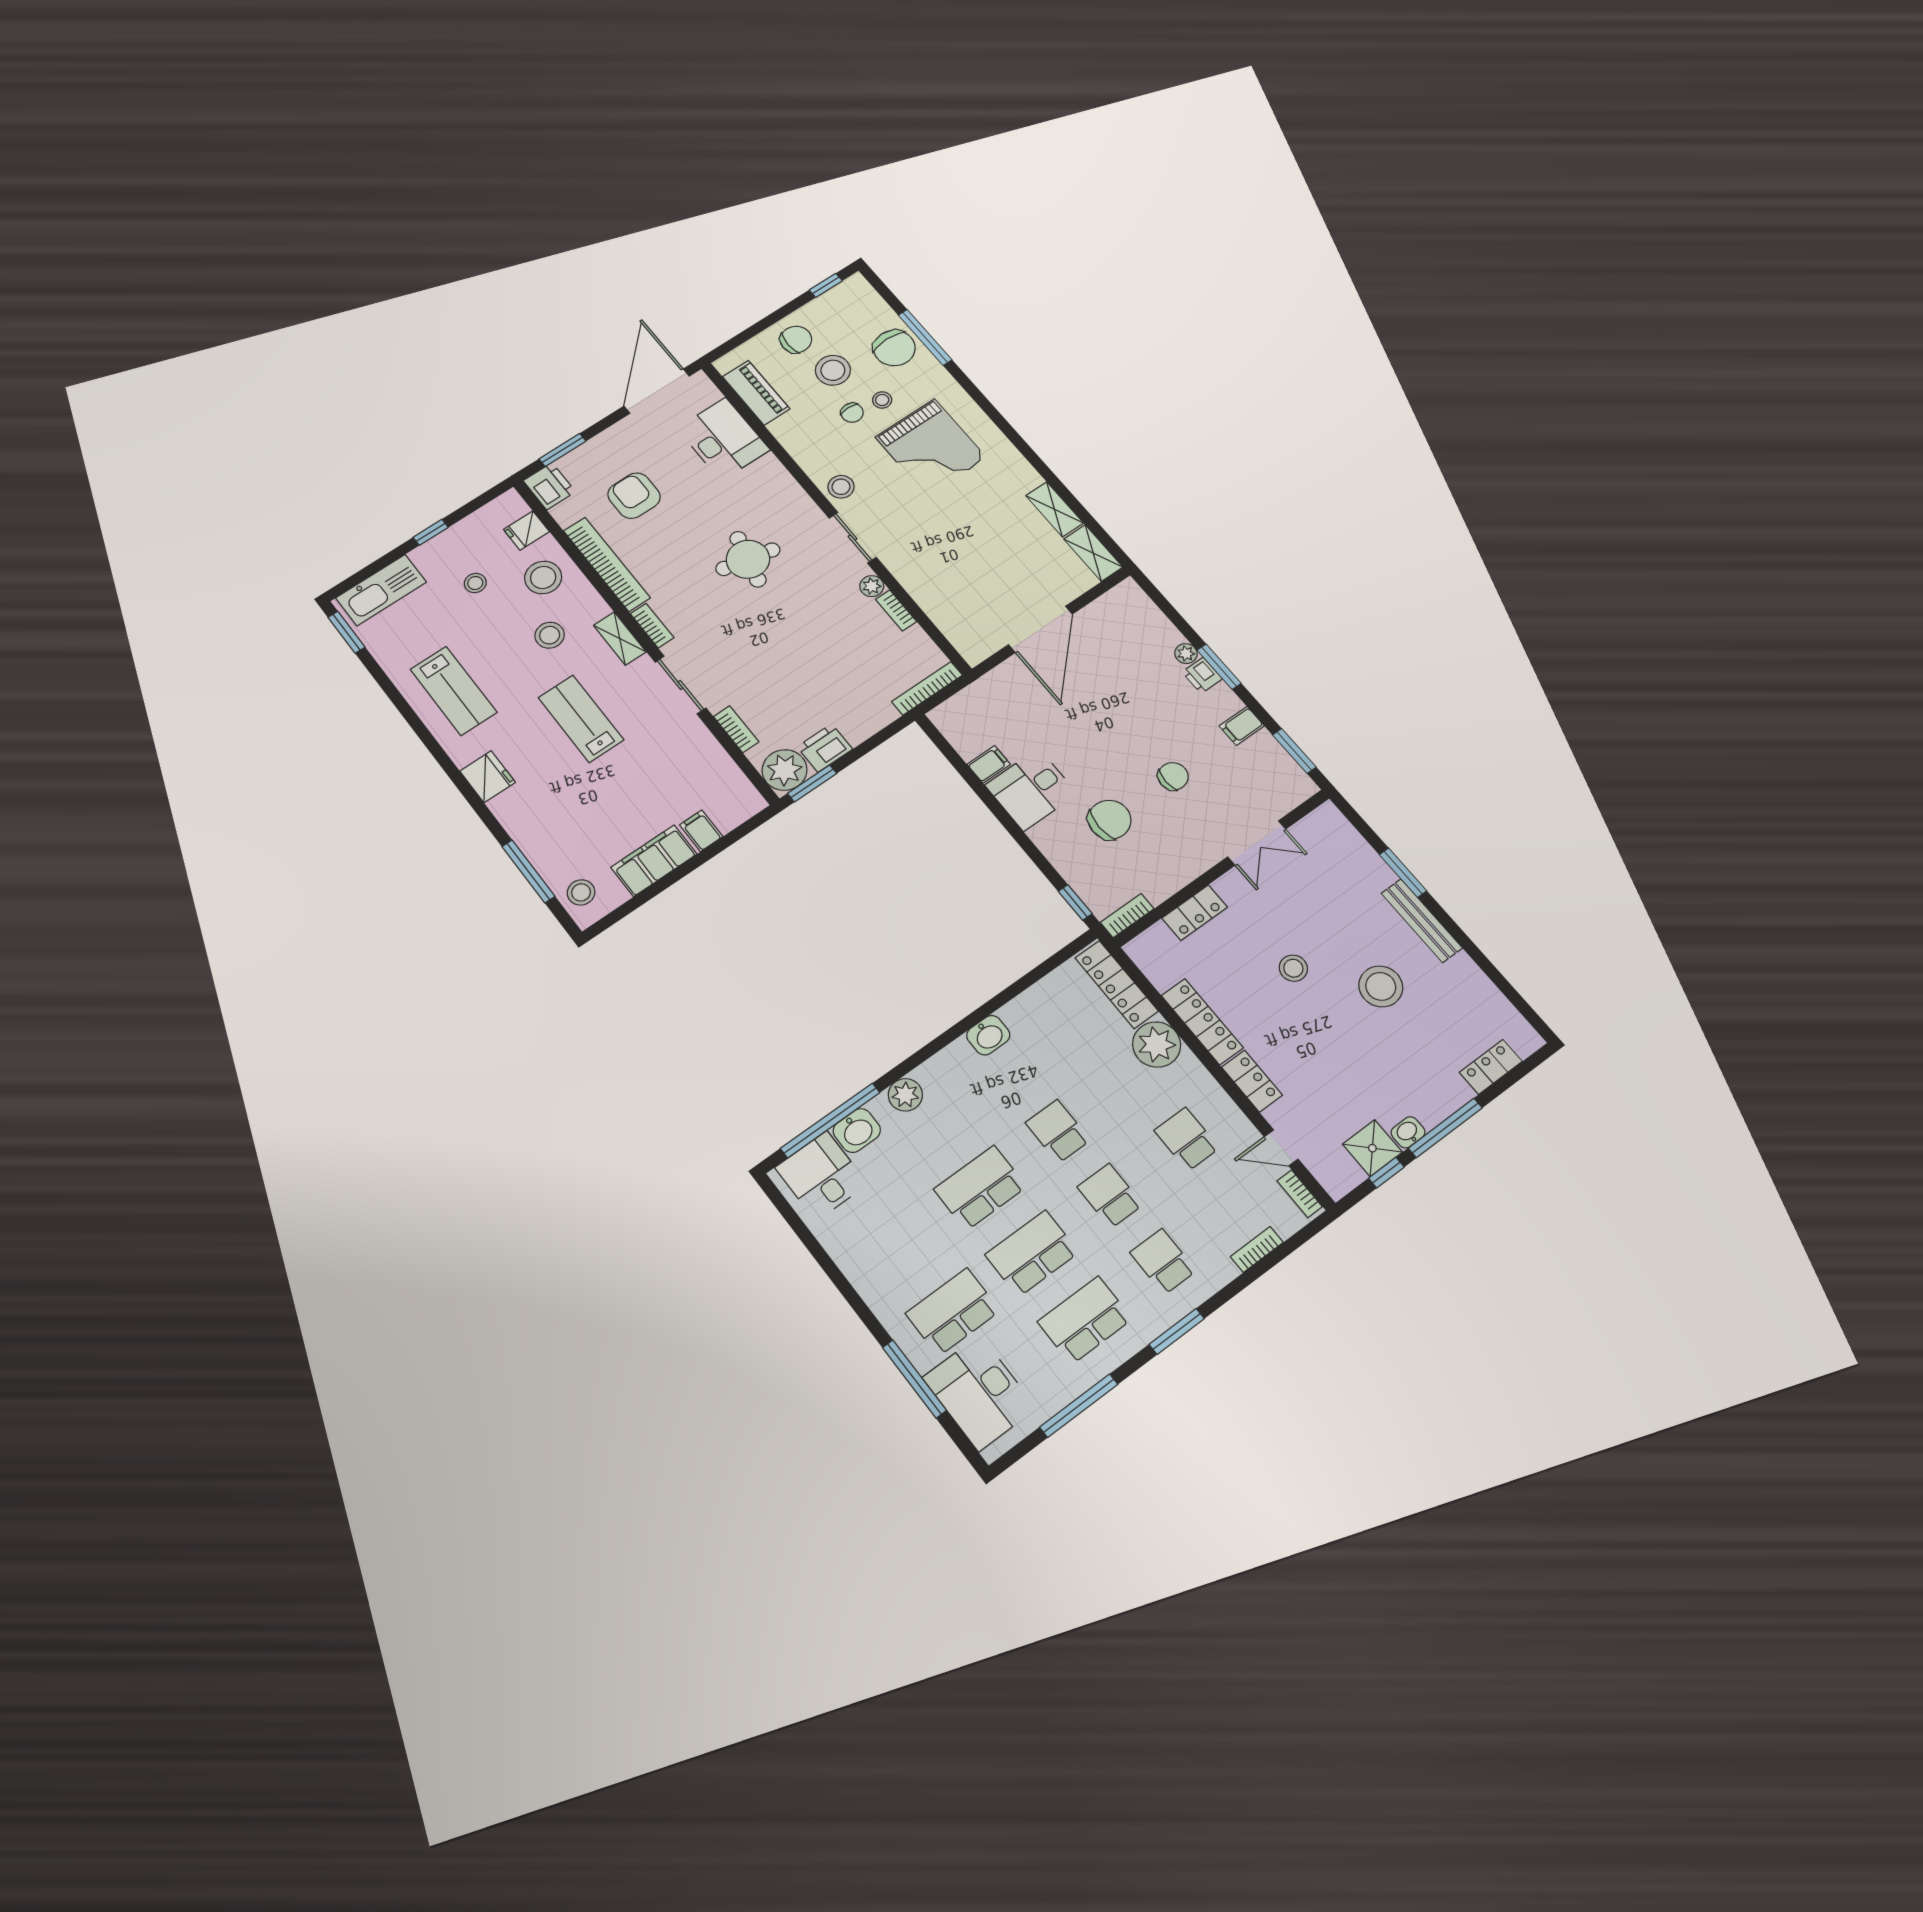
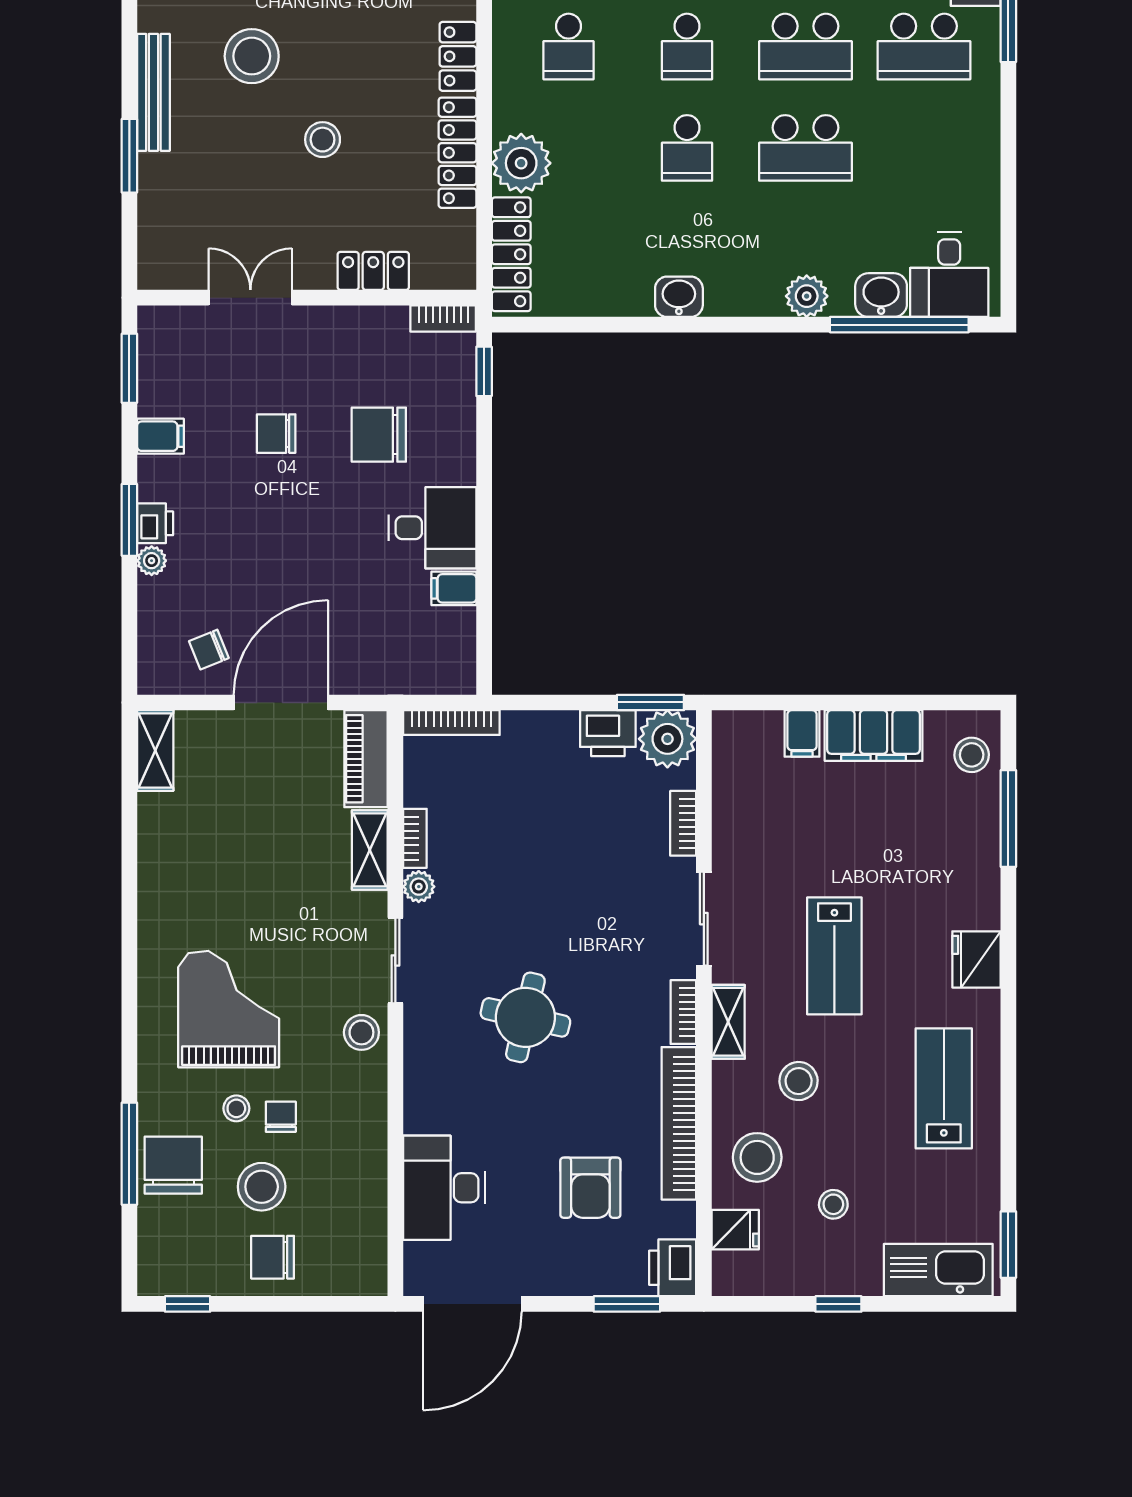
piano: (756, 393) -> (366, 759), moved
shelving: (1055, 509) -> (370, 850), moved
chair: (1109, 629) -> (209, 650), added

